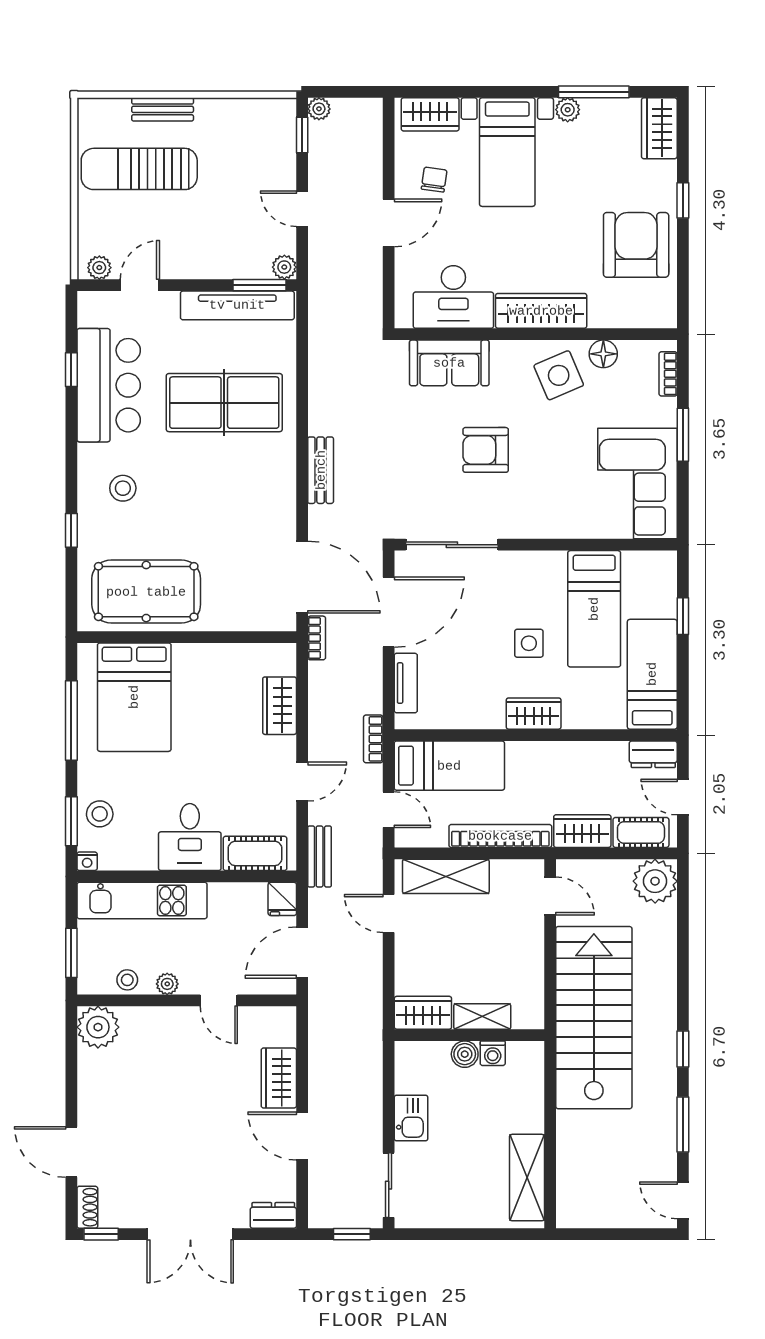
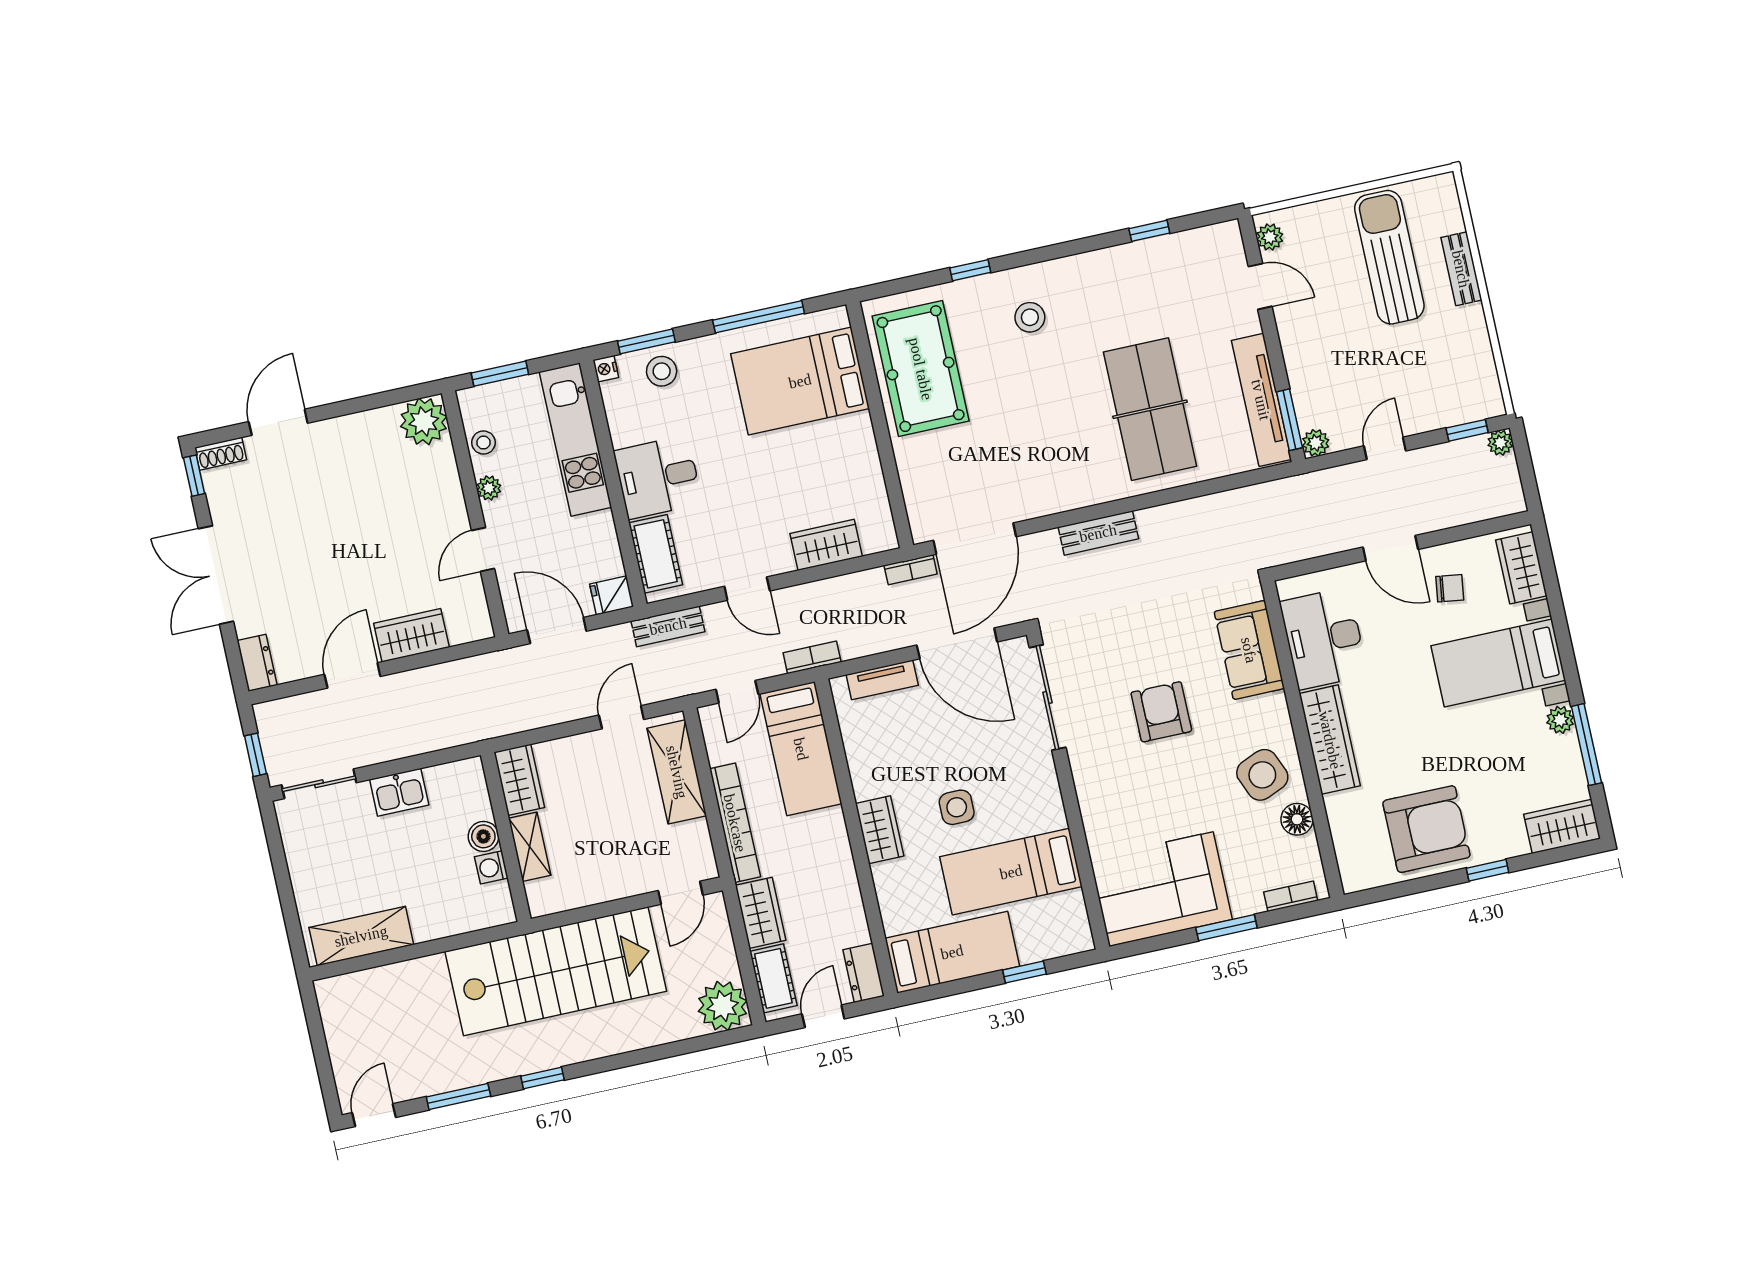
bar counter: (109, 385) -> (1141, 276), removed

